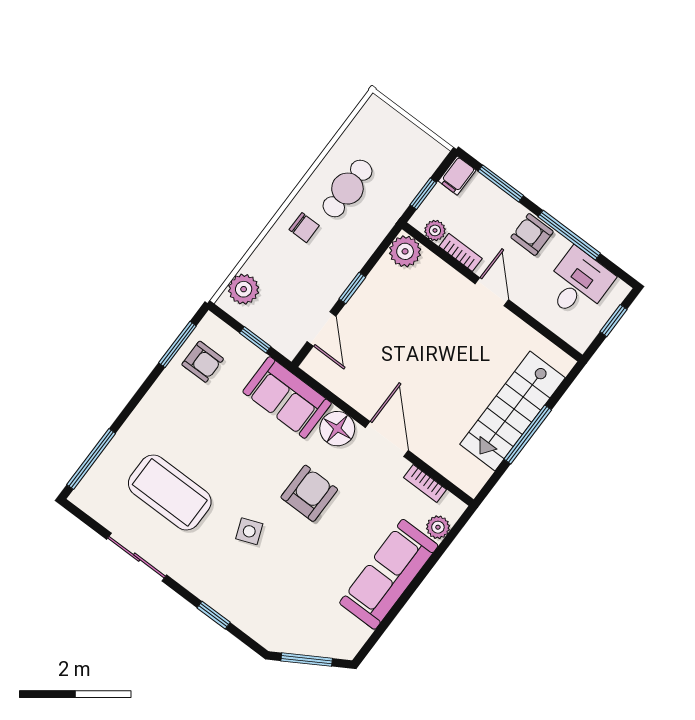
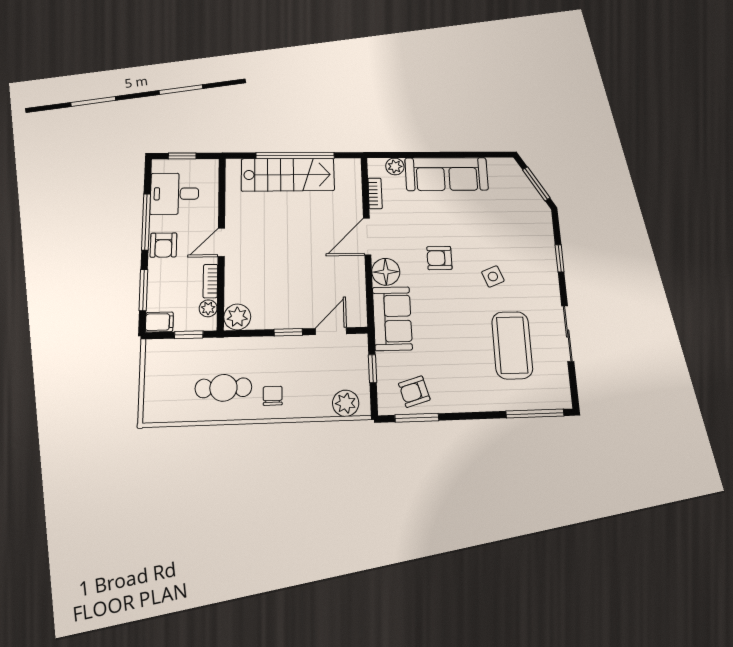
armchair: (203, 362) -> (414, 392), turned -106
window: (528, 434) -> (295, 155), width x1.46
armchair: (309, 493) -> (439, 258), width x0.72, depth x0.72

